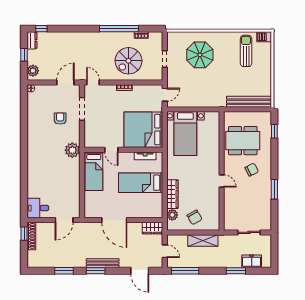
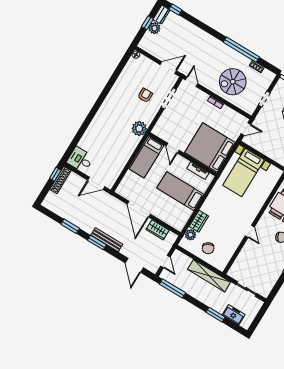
plant: (33, 71) -> (154, 28), moved
wardrobe: (172, 194) -> (199, 221), width x0.67
wardrobe: (152, 228) -> (158, 230), moved
shelving: (203, 240) -> (209, 276), width x1.47

